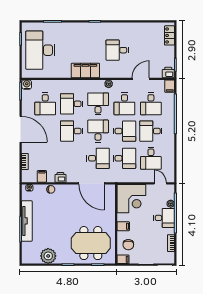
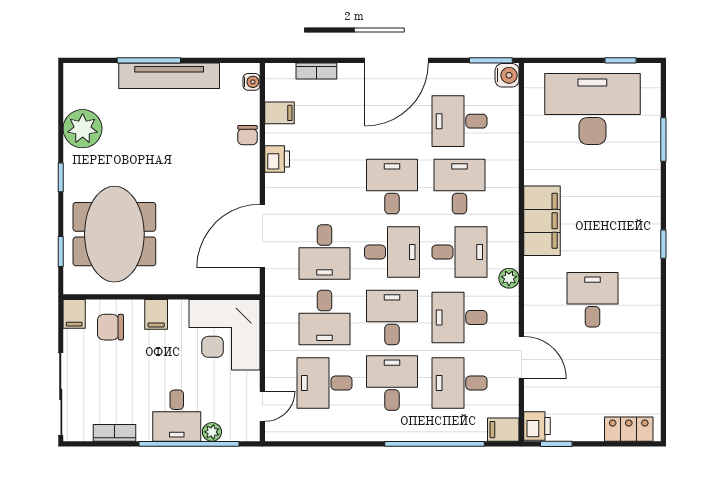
desk: (124, 131) -> (392, 318), turned 180

